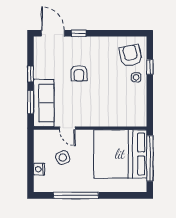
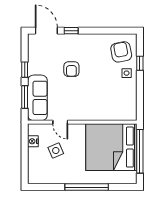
nightstand: (39, 169) -> (33, 141), moved
window: (76, 195) -> (87, 187), moved

